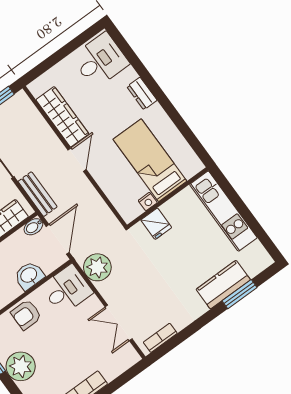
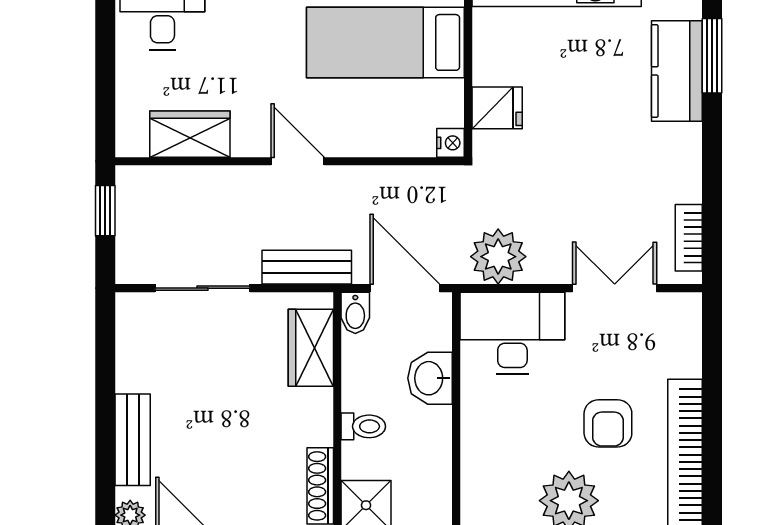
wardrobe: (62, 117) -> (190, 134), width x0.67
nightstand: (148, 202) -> (451, 143), moved
desk: (67, 290) -> (512, 333), width x1.37
armchair: (26, 315) -> (608, 423), moved
double door: (119, 323) -> (615, 288), swing flipped

